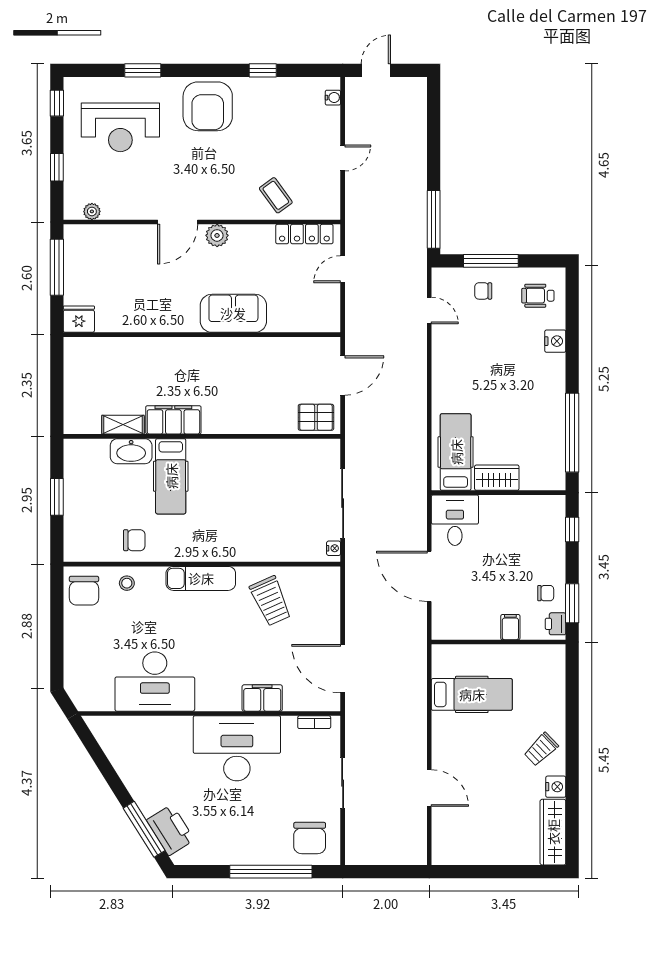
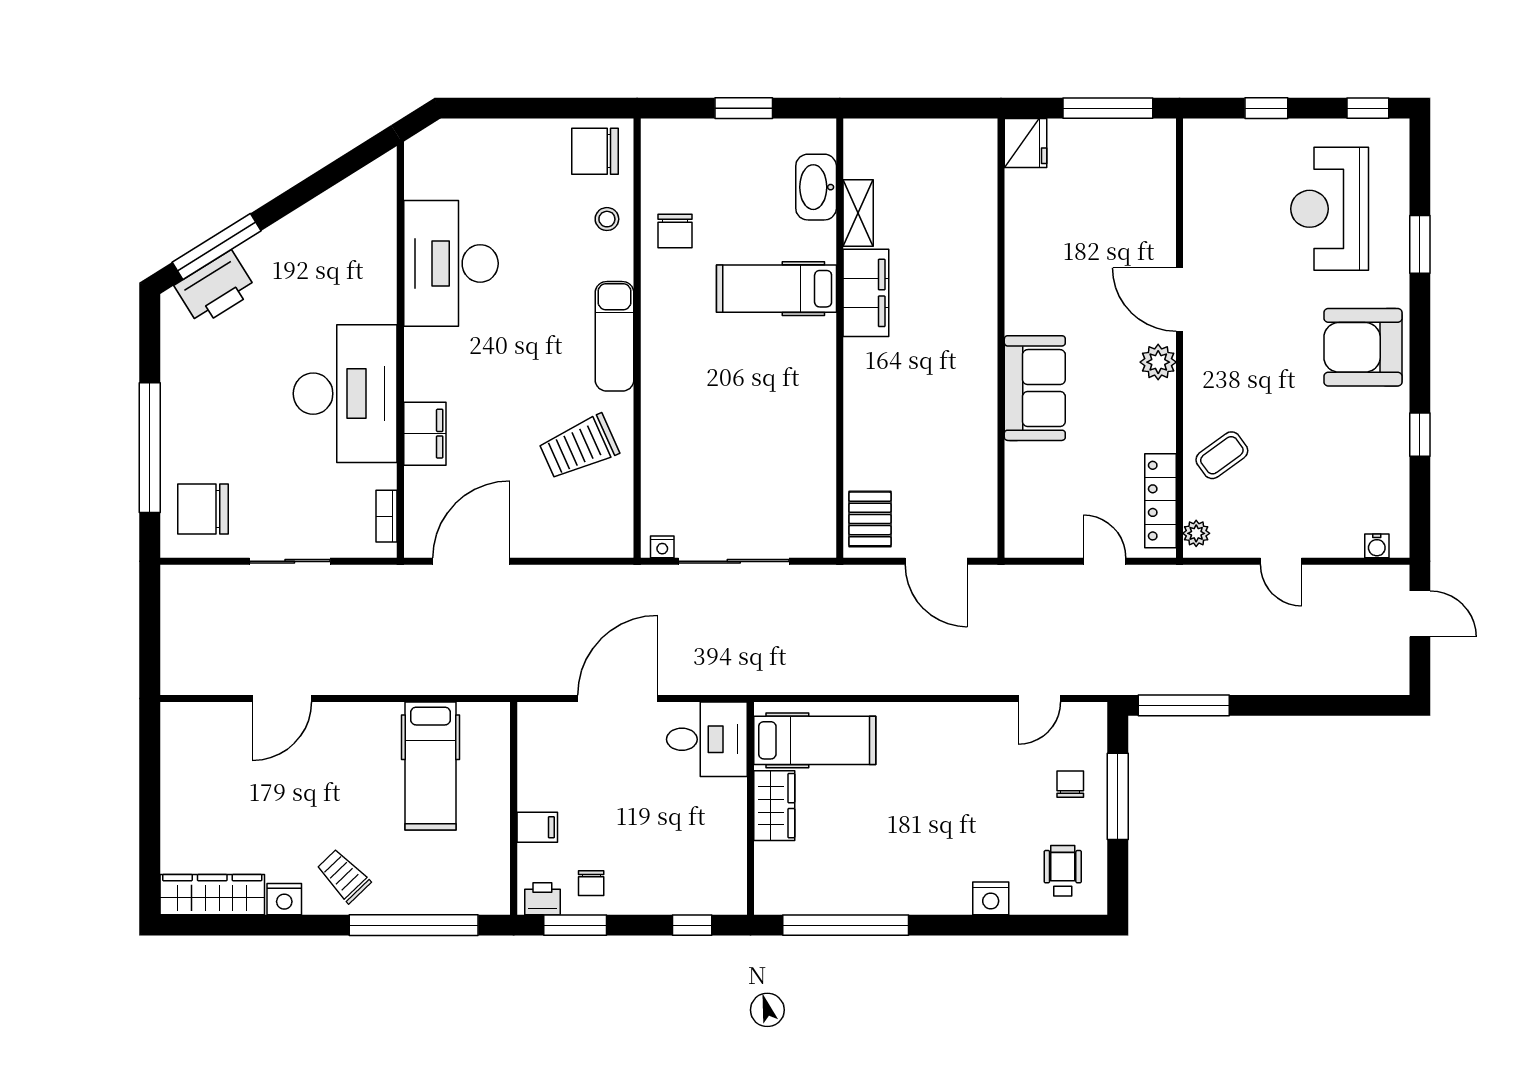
plant: (92, 211) -> (1196, 533), moved
washbasin: (131, 451) -> (816, 187), moved
window: (572, 705) -> (414, 925), added

